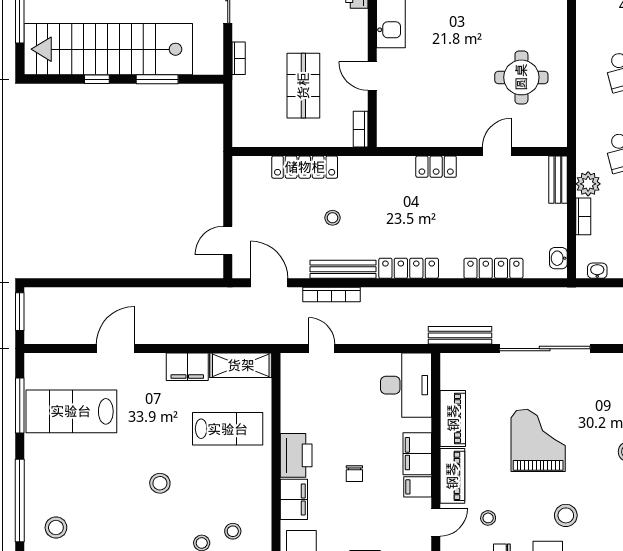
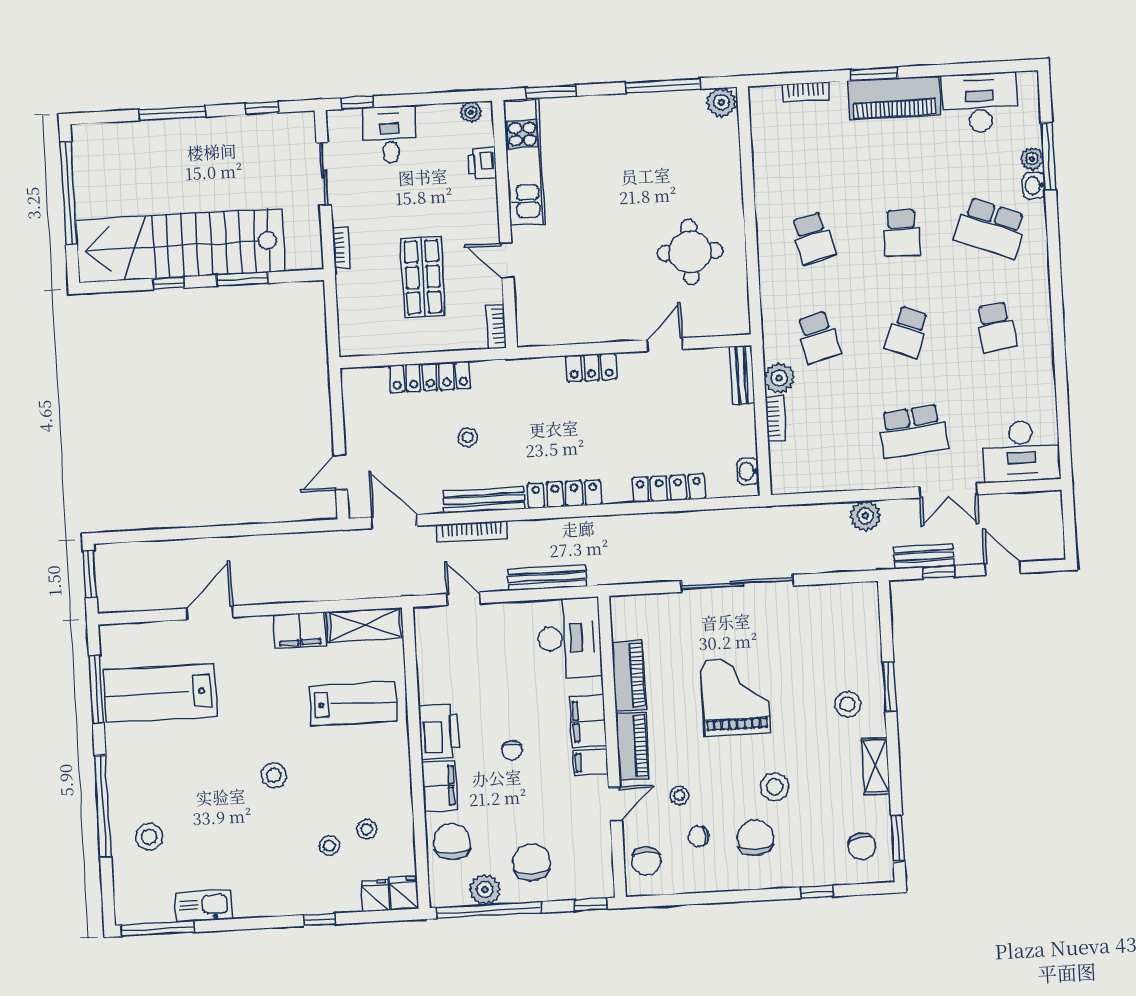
washbasin: (597, 271) -> (796, 484), removed
bench: (460, 335) -> (547, 578), moved

